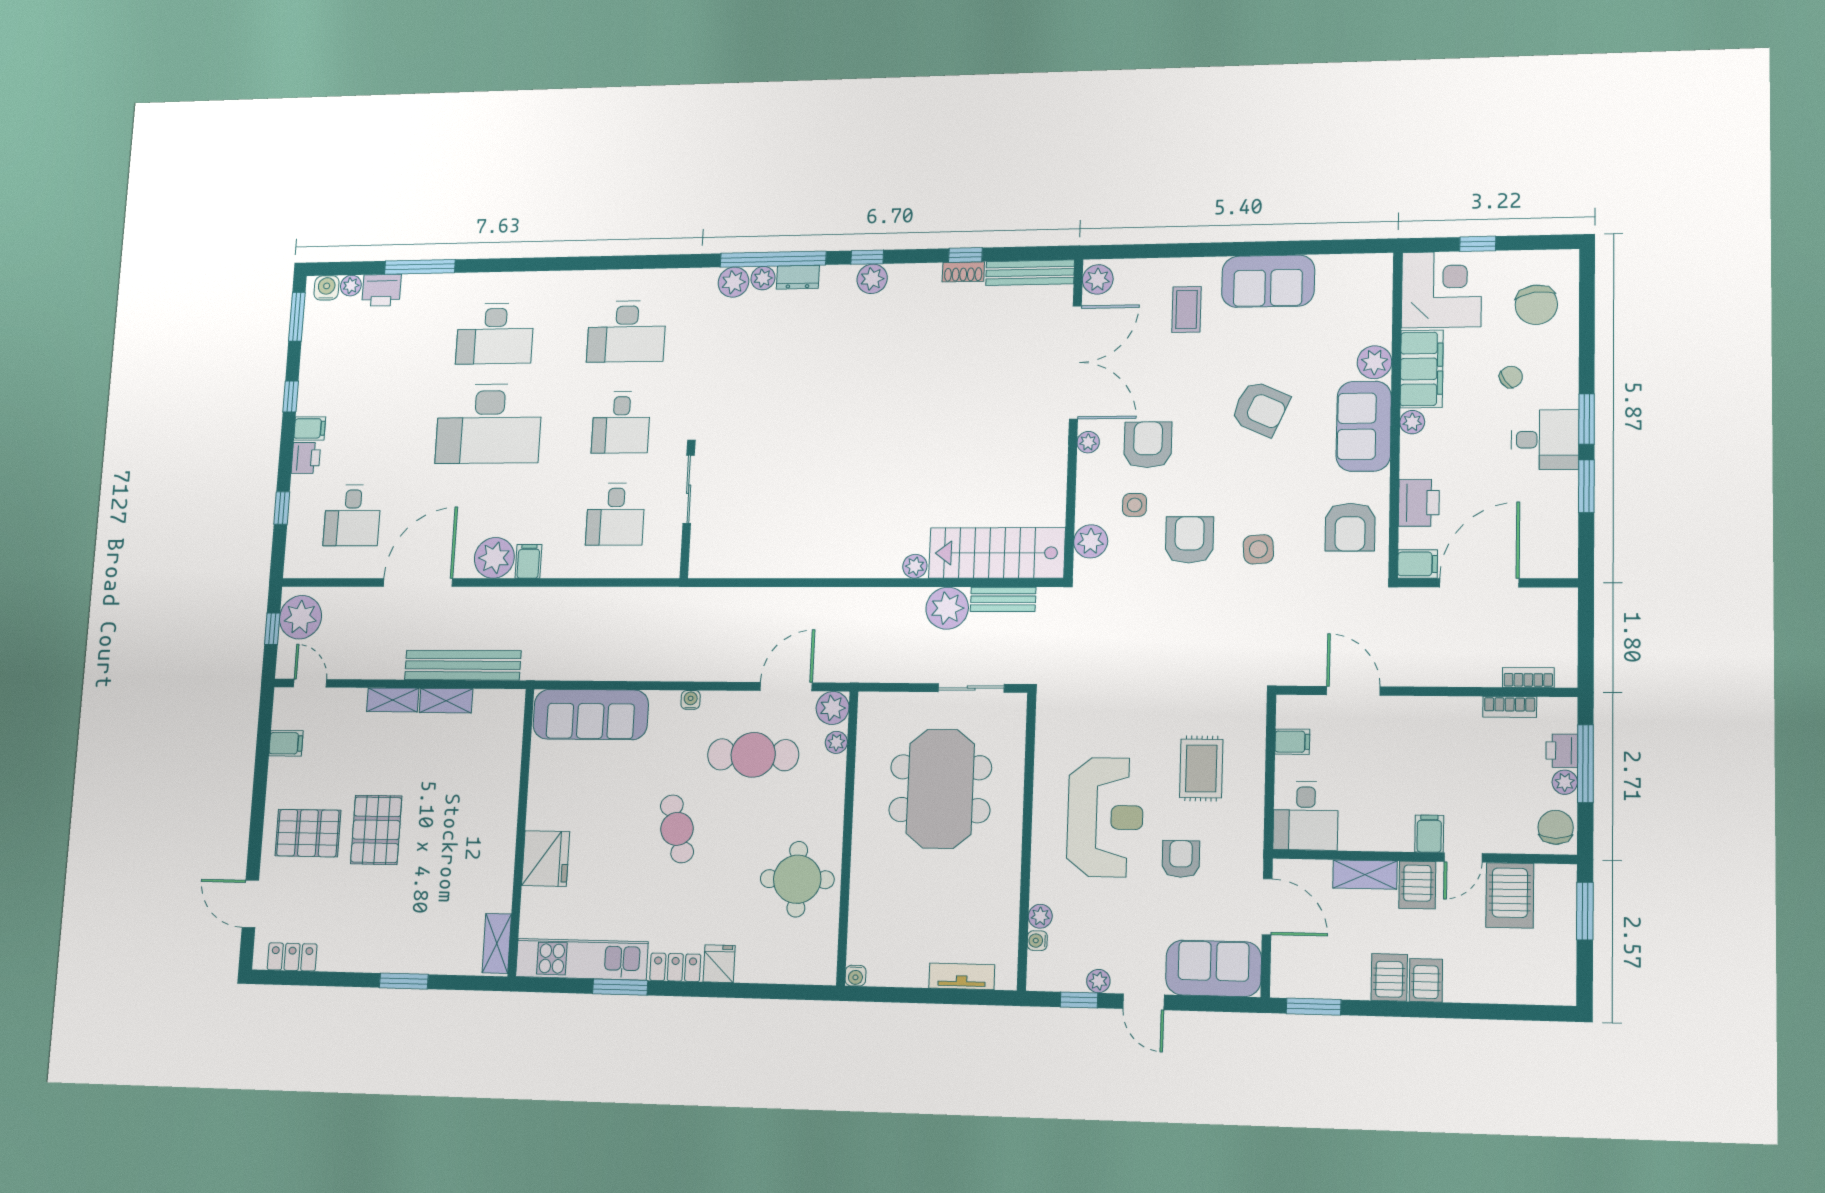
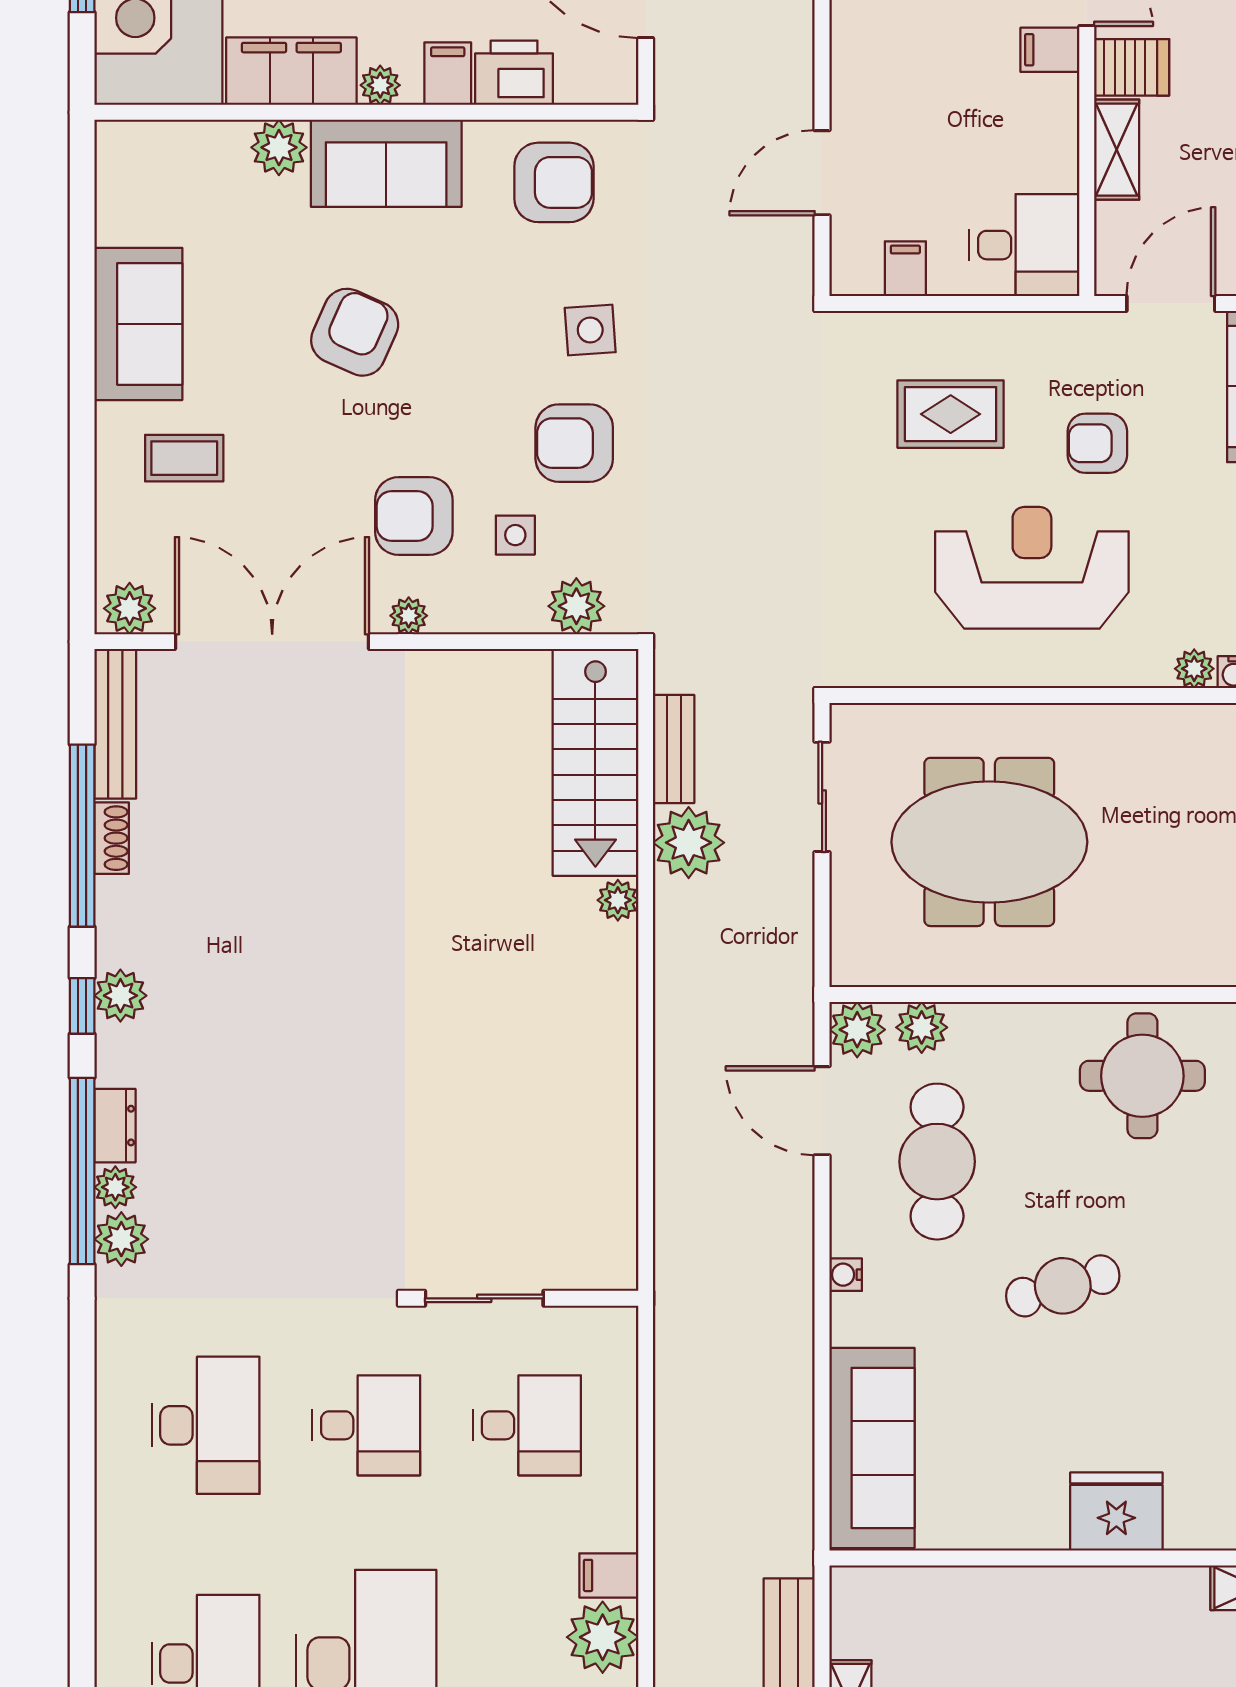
window: (965, 255) -> (82, 836), width x3.17
filing cabinet: (1418, 564) -> (448, 74), moved
plant: (836, 742) -> (922, 1027), width x1.38, depth x1.38

